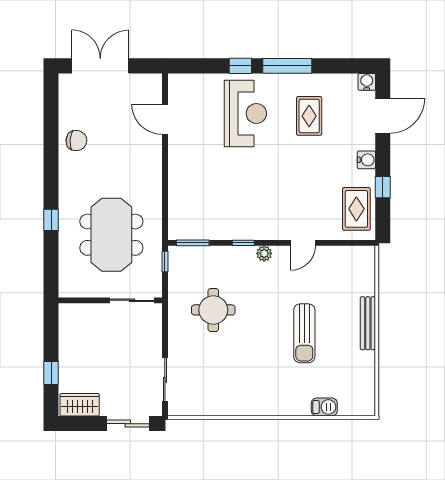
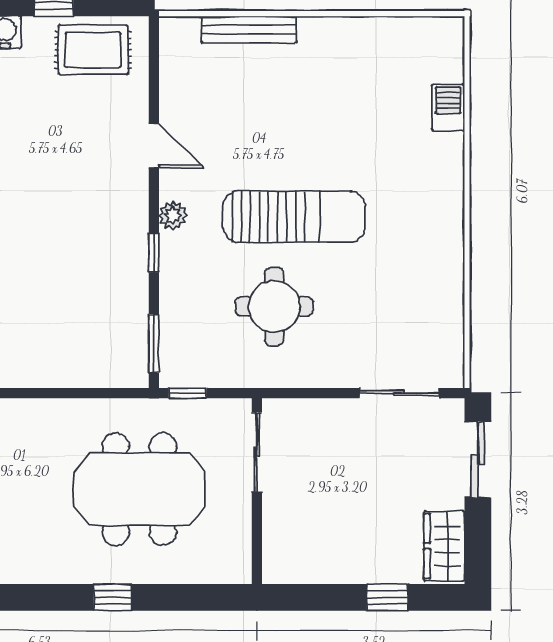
bench: (368, 323) -> (249, 29), moved
sun lounger: (304, 333) -> (294, 217), moved, width x1.36, depth x1.34

